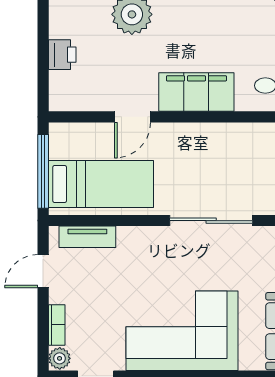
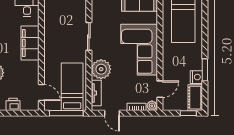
door: (132, 117) -> (41, 93), moved
sliding door: (211, 221) -> (89, 36), width x0.73
plant: (139, 248) -> (101, 69), added

